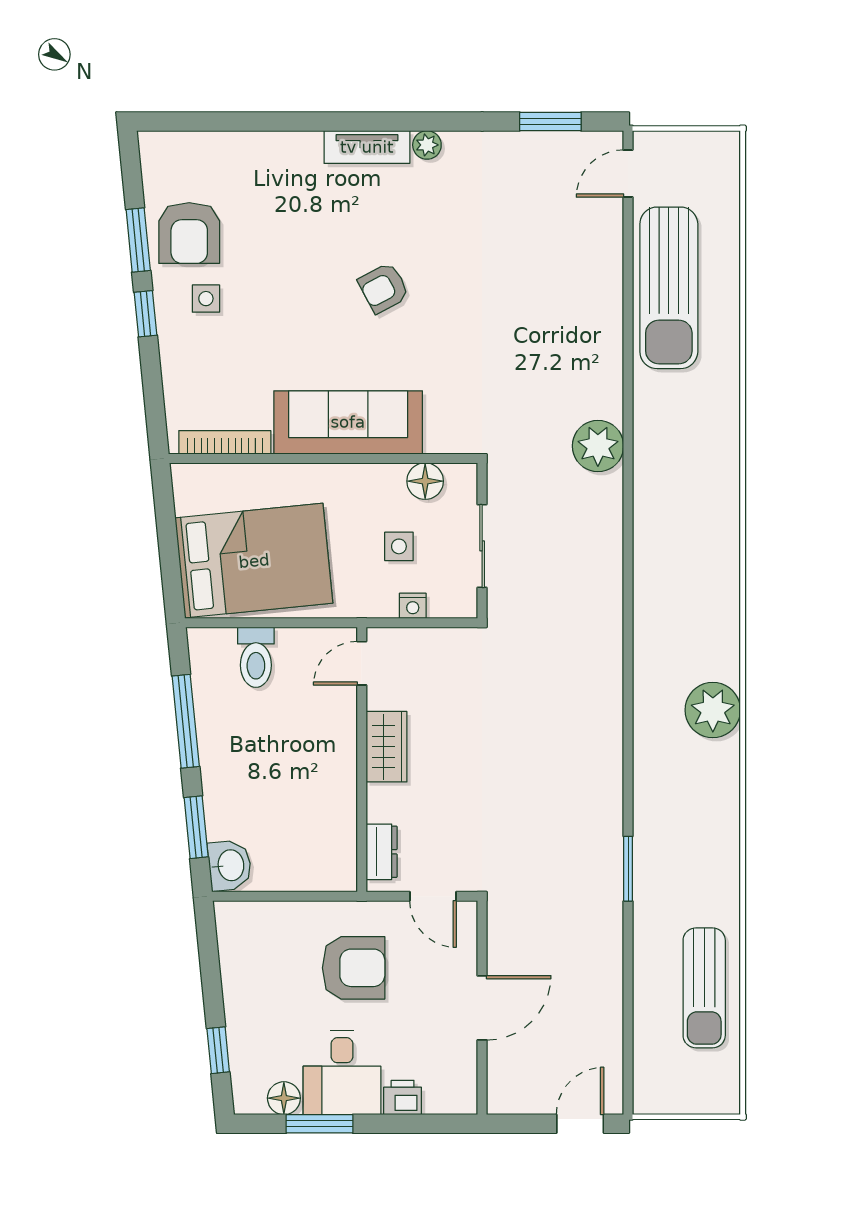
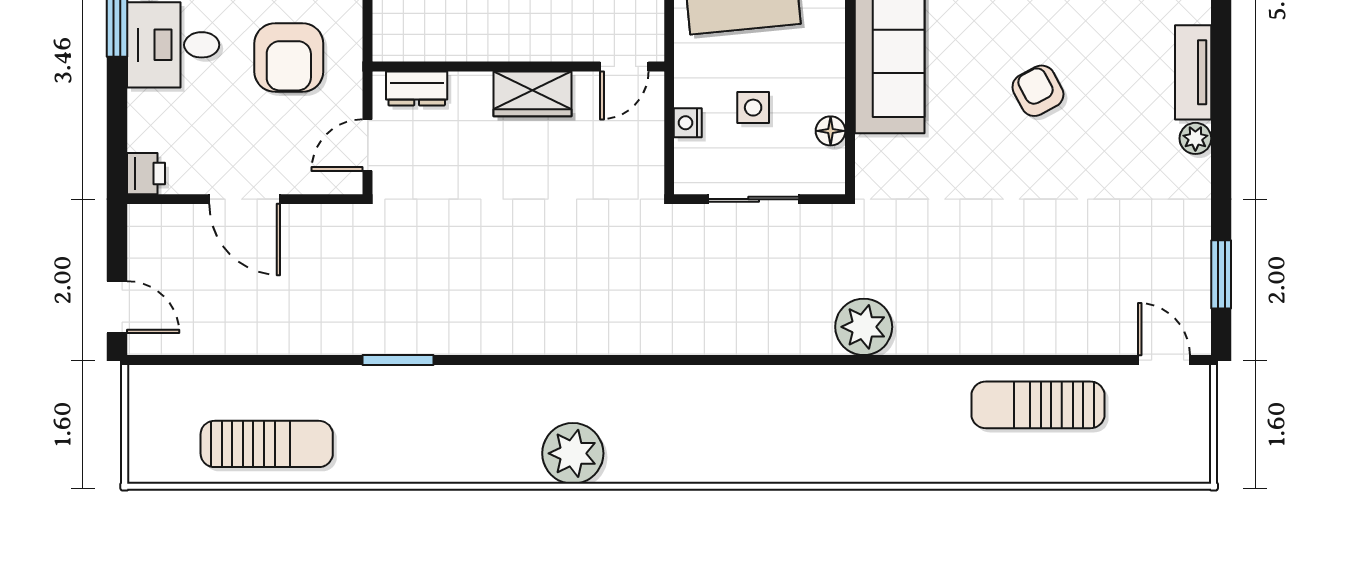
sun lounger: (669, 288) -> (1038, 405), width x0.73, depth x0.75
floor lamp: (425, 481) -> (831, 131), width x0.73, depth x0.73
door: (362, 663) -> (624, 66), swing flipped
sun lounger: (704, 988) -> (267, 444), turned 180
printer: (403, 1097) -> (146, 174), moved

